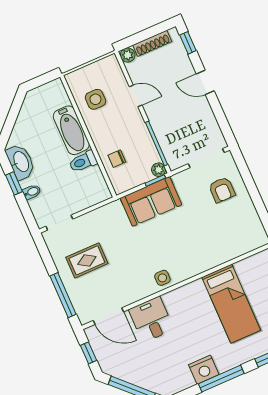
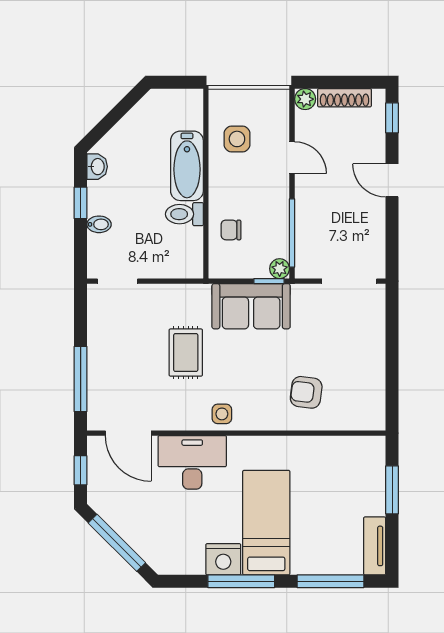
washbasin: (21, 162) -> (97, 167), width x0.52, depth x0.69
armchair: (222, 190) -> (306, 392), moved, turned 97
rug: (87, 260) -> (186, 353), moved, turned 90
bed: (231, 304) -> (266, 523), moved, turned 180
desk: (151, 319) -> (192, 462), width x1.37

